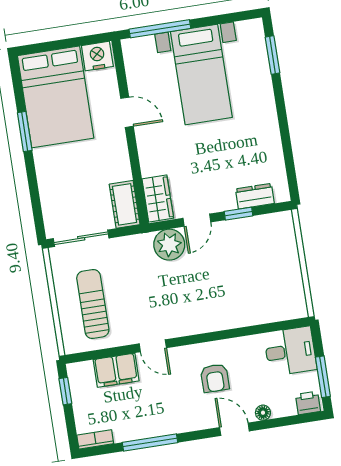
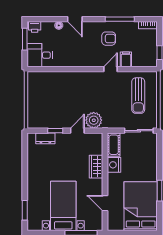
nightstand: (97, 56) -> (114, 165), moved, turned 90
door: (127, 112) -> (105, 203), moved
wardrobe: (158, 199) -> (96, 167), moved
door: (153, 346) -> (110, 69), hinge flipped
filing cabinet: (116, 370) -> (126, 59), width x0.50
armchair: (215, 378) -> (109, 39), moved, turned 90

